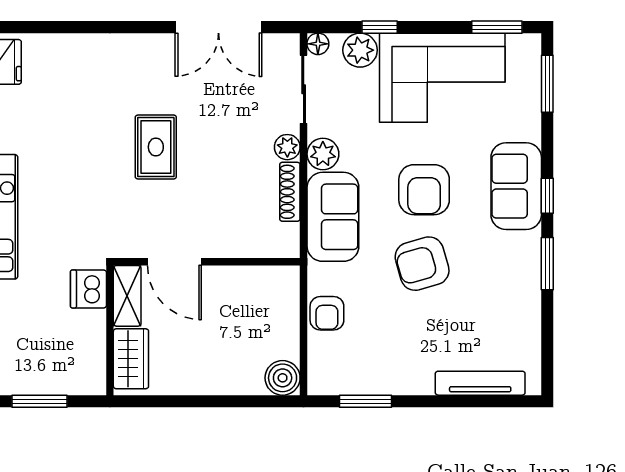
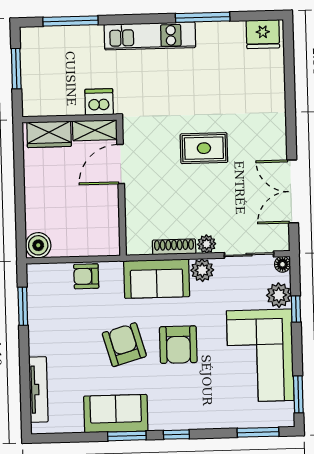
sofa: (516, 186) -> (116, 414), moved
armchair: (424, 190) -> (178, 345), turned -90

